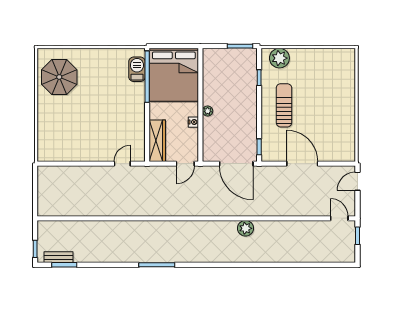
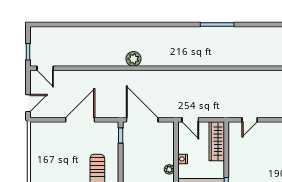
door: (185, 164) -> (190, 120), swing flipped
door: (302, 164) -> (80, 120), swing flipped

